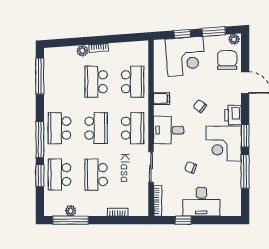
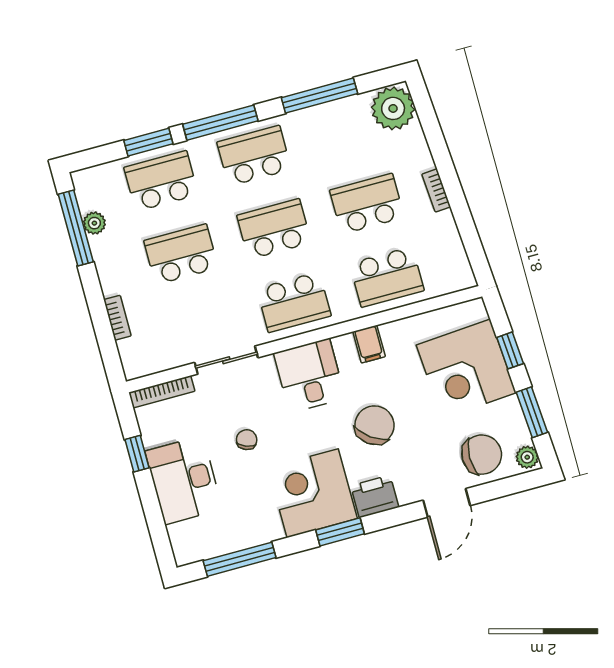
plant: (82, 51) -> (393, 108), moved, width x1.87, depth x1.87
window: (40, 76) -> (319, 96), moved
chair: (200, 106) -> (374, 425), width x1.87, depth x1.87
school desk: (96, 128) -> (274, 229), turned 180
window: (245, 171) -> (240, 559), moved

